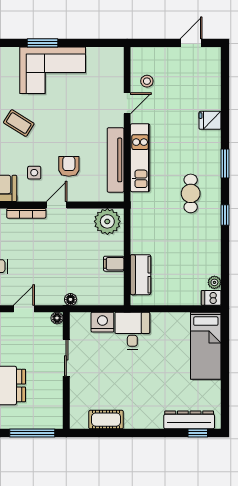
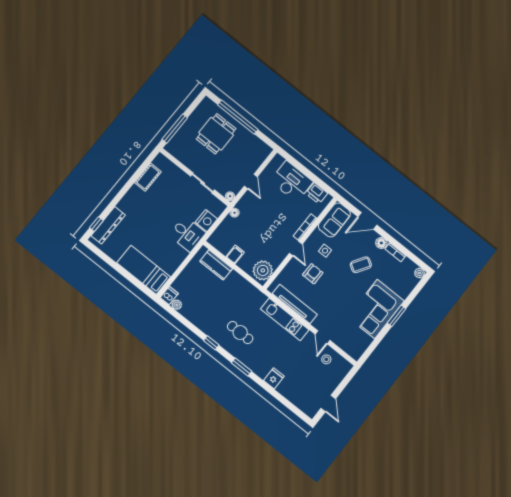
armchair: (69, 166) -> (313, 274), turned -90

